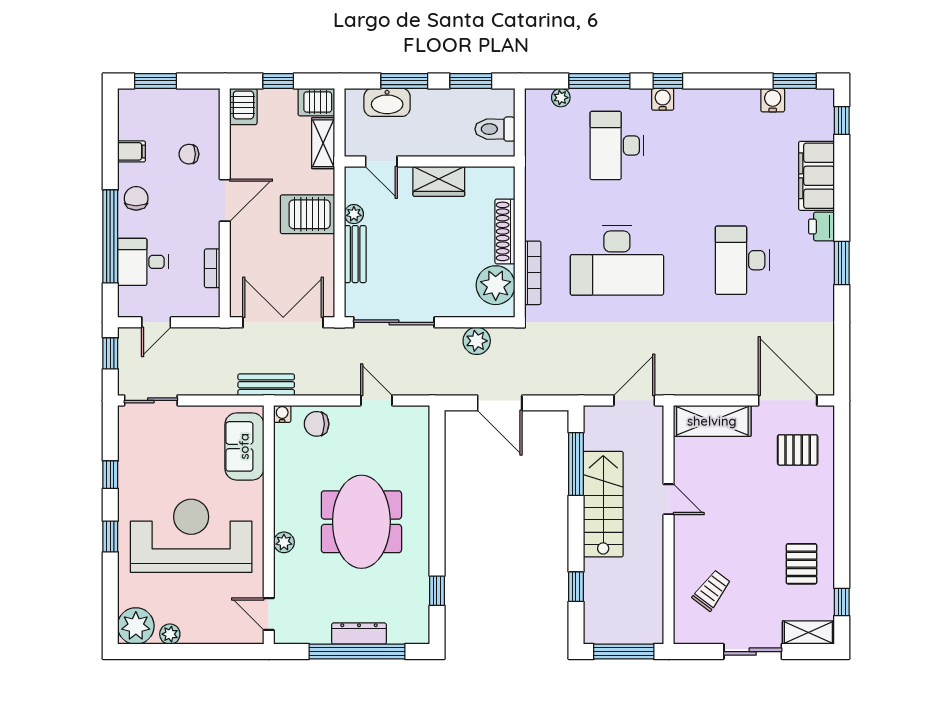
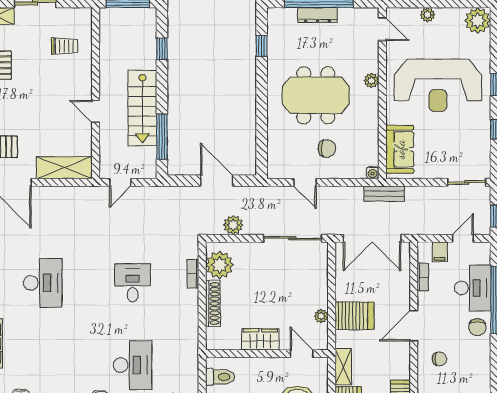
filing cabinet: (131, 151) -> (440, 252), moved, turned -90
bench: (355, 254) -> (320, 287), removed
desk: (617, 260) -> (133, 283), width x0.53, depth x0.77
desk: (143, 262) -> (473, 288), width x1.37
bookcase: (533, 273) -> (193, 274), width x0.64
door: (634, 400) -> (120, 182), width x0.73
chair: (317, 424) -> (327, 148), moved
meeting table: (361, 522) -> (316, 95), turned 90
trolley: (712, 590) -> (65, 46), turned -127
plant: (170, 634) -> (428, 15), moved

